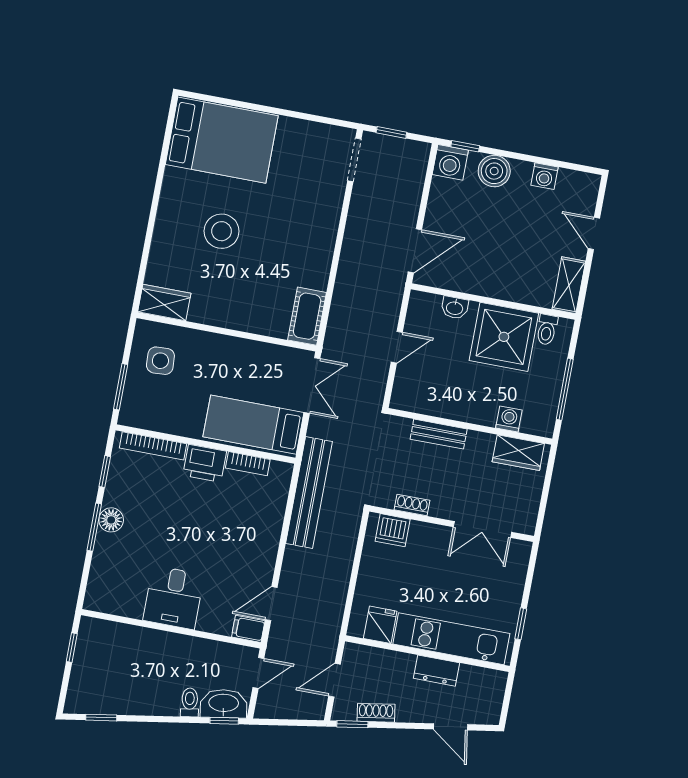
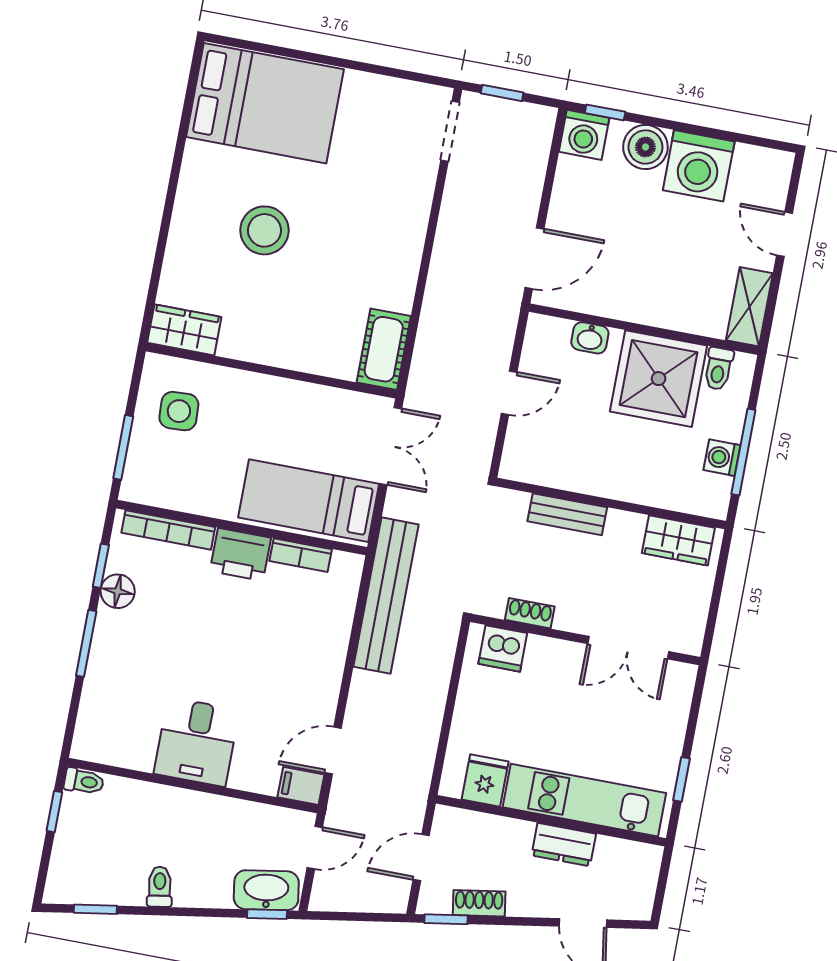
washing machine: (544, 176) -> (699, 166), width x1.89, depth x1.89
washing machine: (509, 419) -> (722, 458), moved, turned -90
floor lamp: (111, 520) -> (118, 591), moved
toilet: (93, 626) -> (84, 781), added
toilet: (190, 702) -> (160, 887), moved

